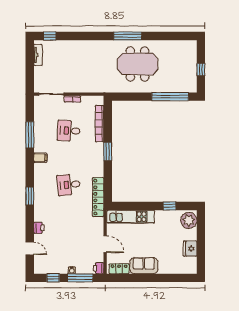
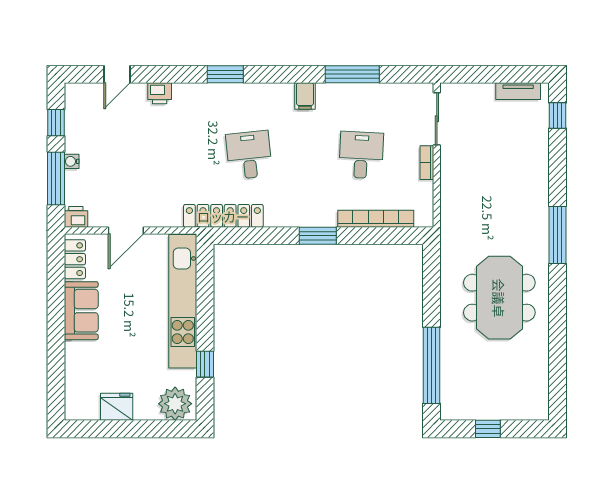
window: (128, 36) -> (558, 235), moved
kitchen unit: (131, 217) -> (183, 301), width x1.36

